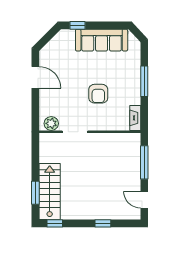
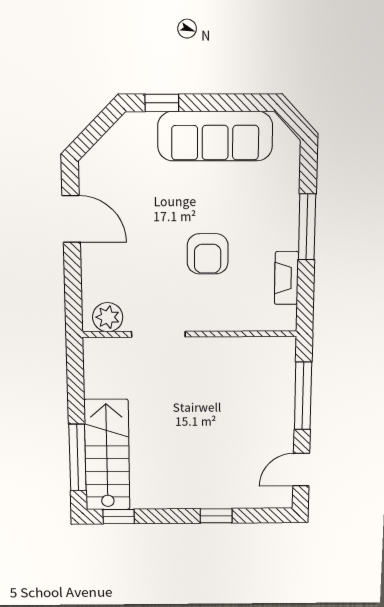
fireplace: (135, 118) -> (286, 278), moved
window: (35, 193) -> (78, 458), width x1.44
door: (144, 200) -> (301, 470), hinge flipped

